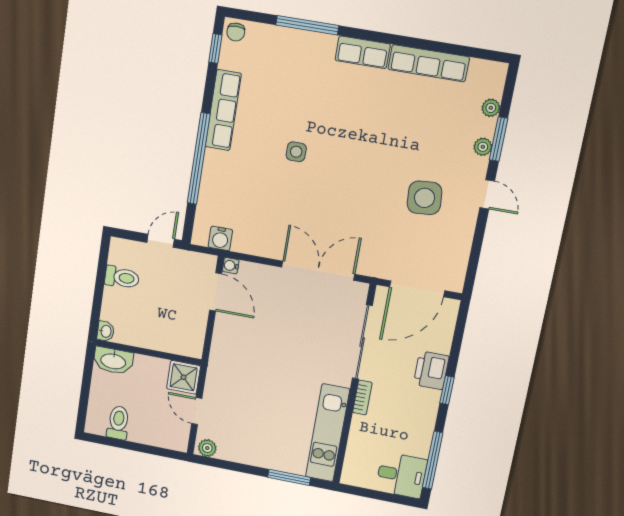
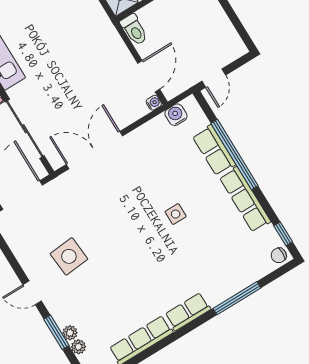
chair: (236, 32) -> (279, 255), turned -90
plant: (483, 147) -> (70, 333), moved
row of seats: (214, 178) -> (214, 150), added
double door: (318, 271) -> (94, 150), swing flipped
toilet: (122, 277) -> (134, 30), moved, turned -90
door: (216, 292) -> (149, 76), swing flipped

